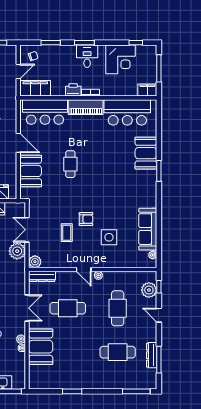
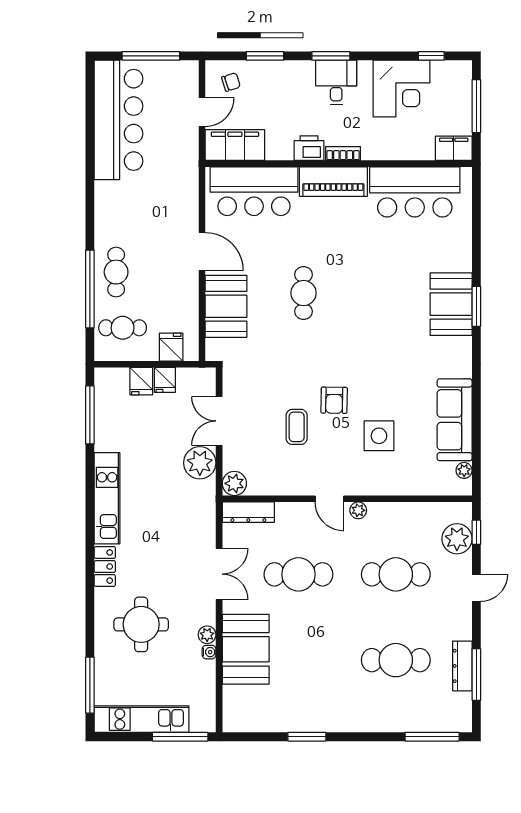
booth: (146, 153) -> (451, 304), moved
armchair: (86, 219) -> (334, 400), turned 91
cafe table: (118, 308) -> (396, 574), turned 90
door: (159, 315) -> (476, 588), swing flipped

